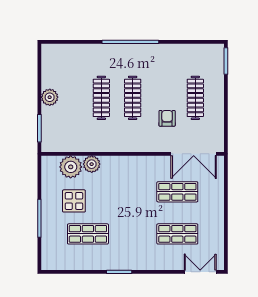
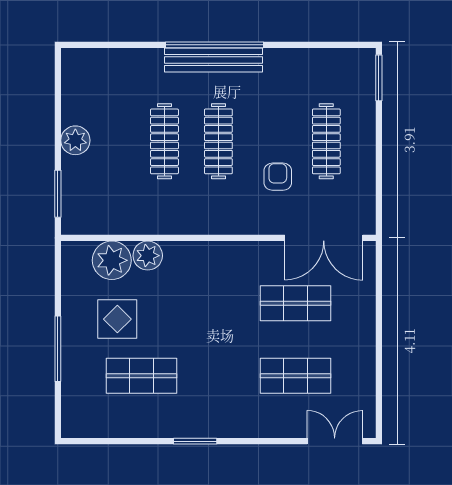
bench: (130, 51) -> (214, 60), added

